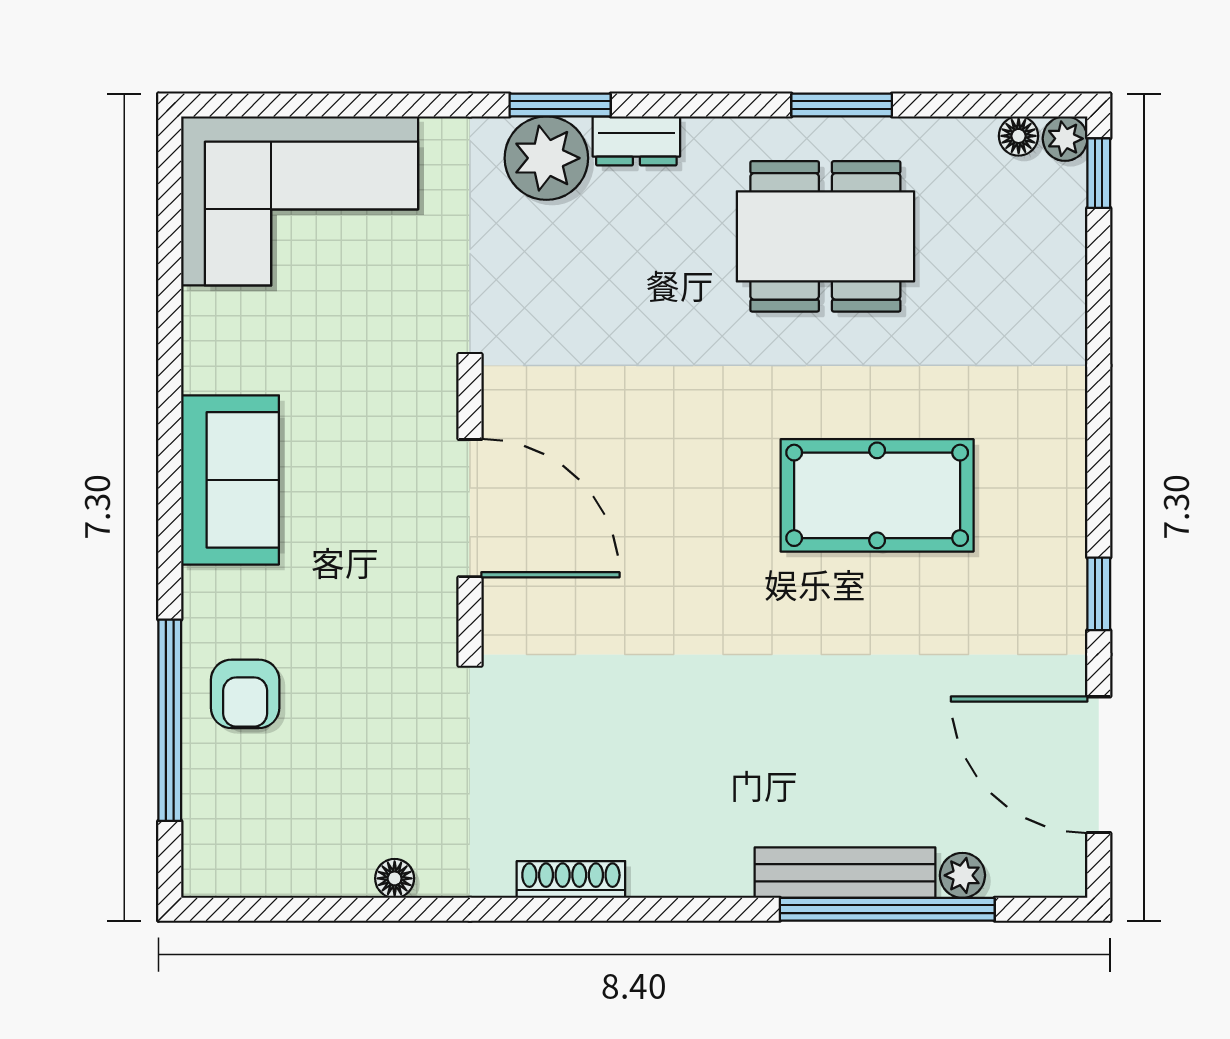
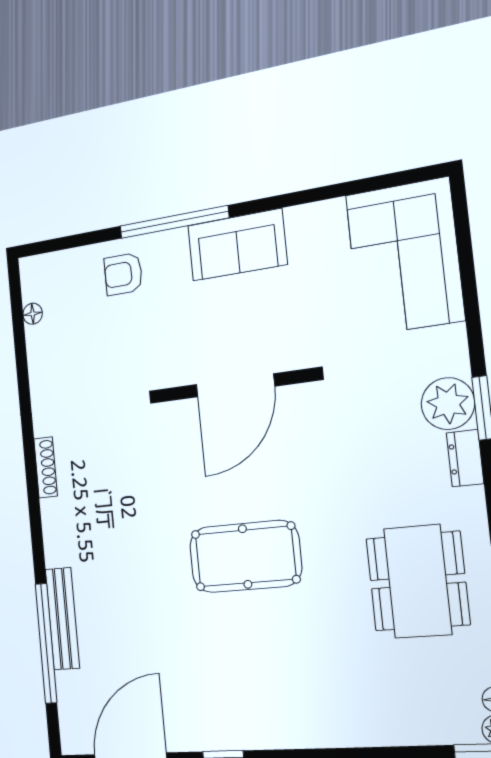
pool table: (877, 495) -> (245, 556), moved, turned 90
window: (170, 720) -> (174, 222), moved
plant: (962, 875) -> (67, 684), removed
floor lamp: (395, 878) -> (33, 314), moved

